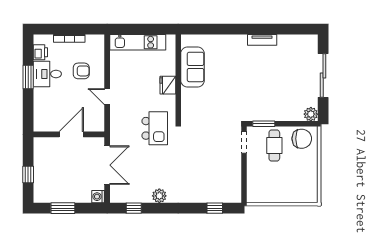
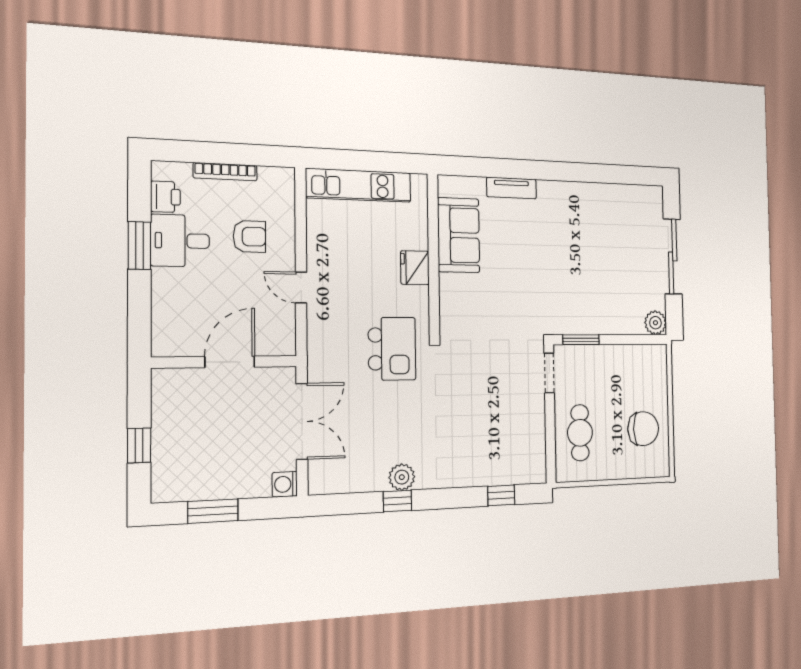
tv unit: (262, 40) -> (512, 188), moved
chair: (302, 139) -> (643, 429), moved
cafe table: (274, 145) -> (580, 433), moved
window: (134, 208) -> (397, 501), moved

